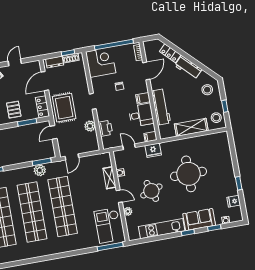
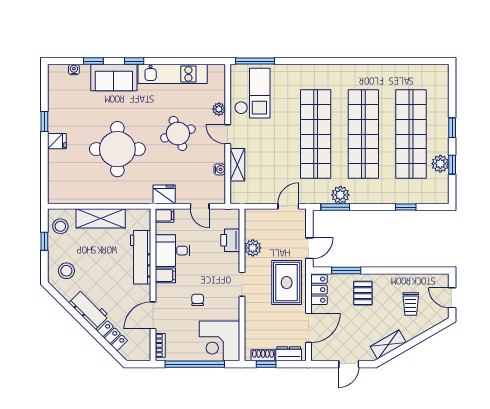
fridge: (234, 201) -> (57, 141), moved

